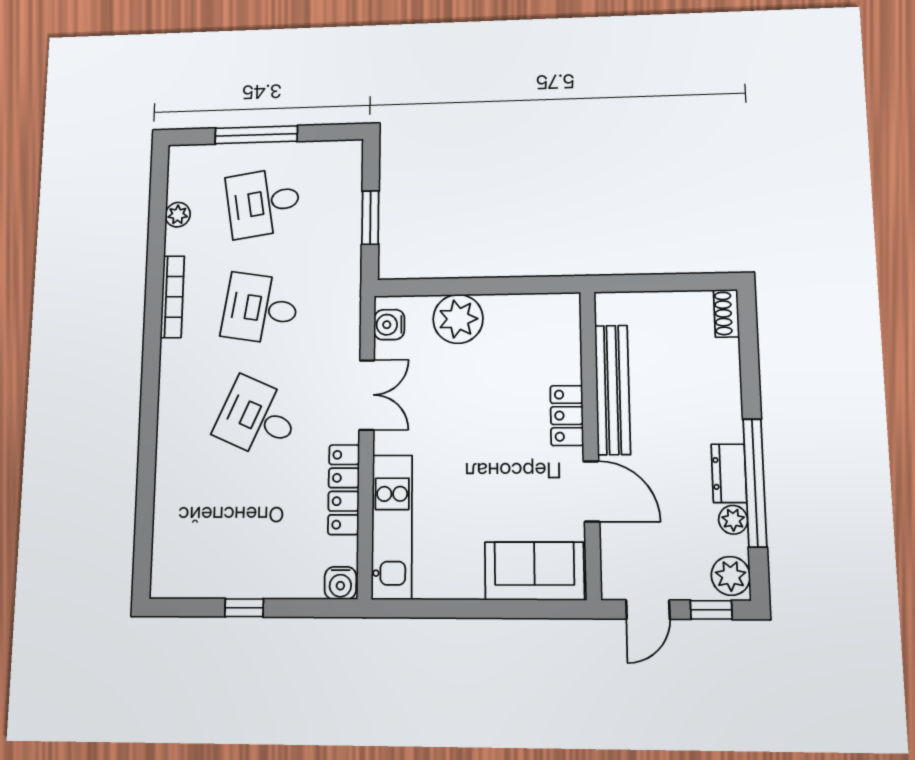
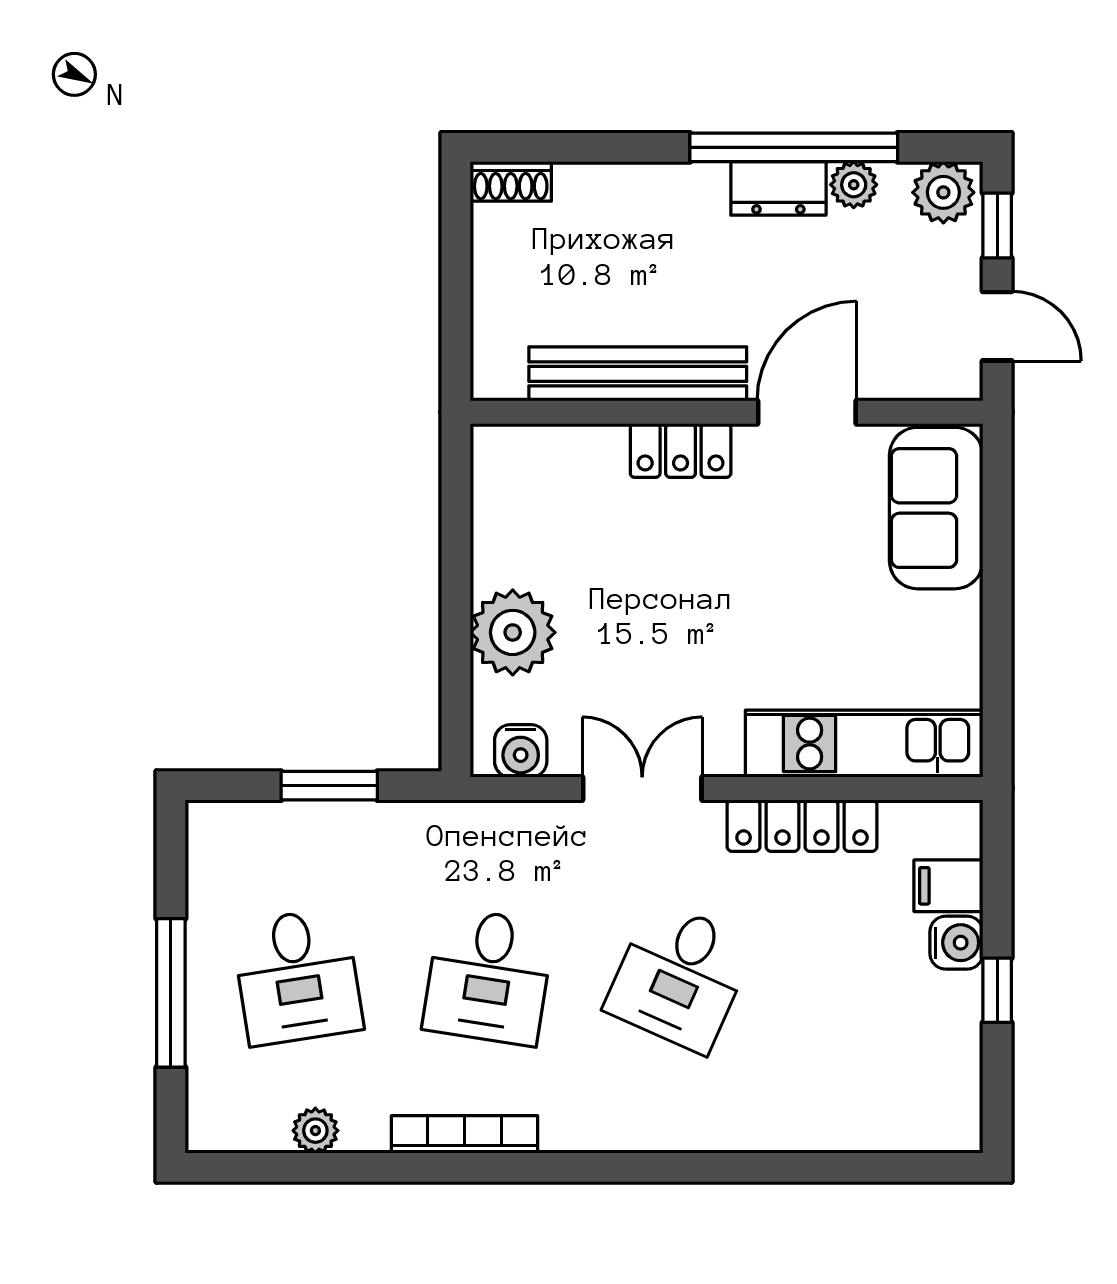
filing cabinet: (307, 578) -> (948, 886), added
water cooler: (340, 583) -> (956, 943), moved

